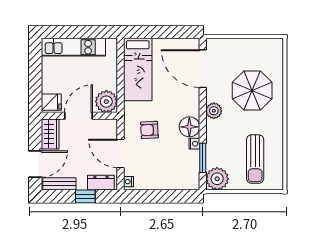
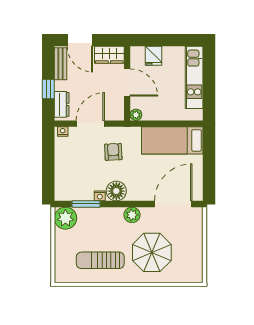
fridge: (51, 102) -> (154, 56), moved
plant: (106, 102) -> (136, 115), width x0.53, depth x0.53
sun lounger: (255, 159) -> (100, 260), moved

